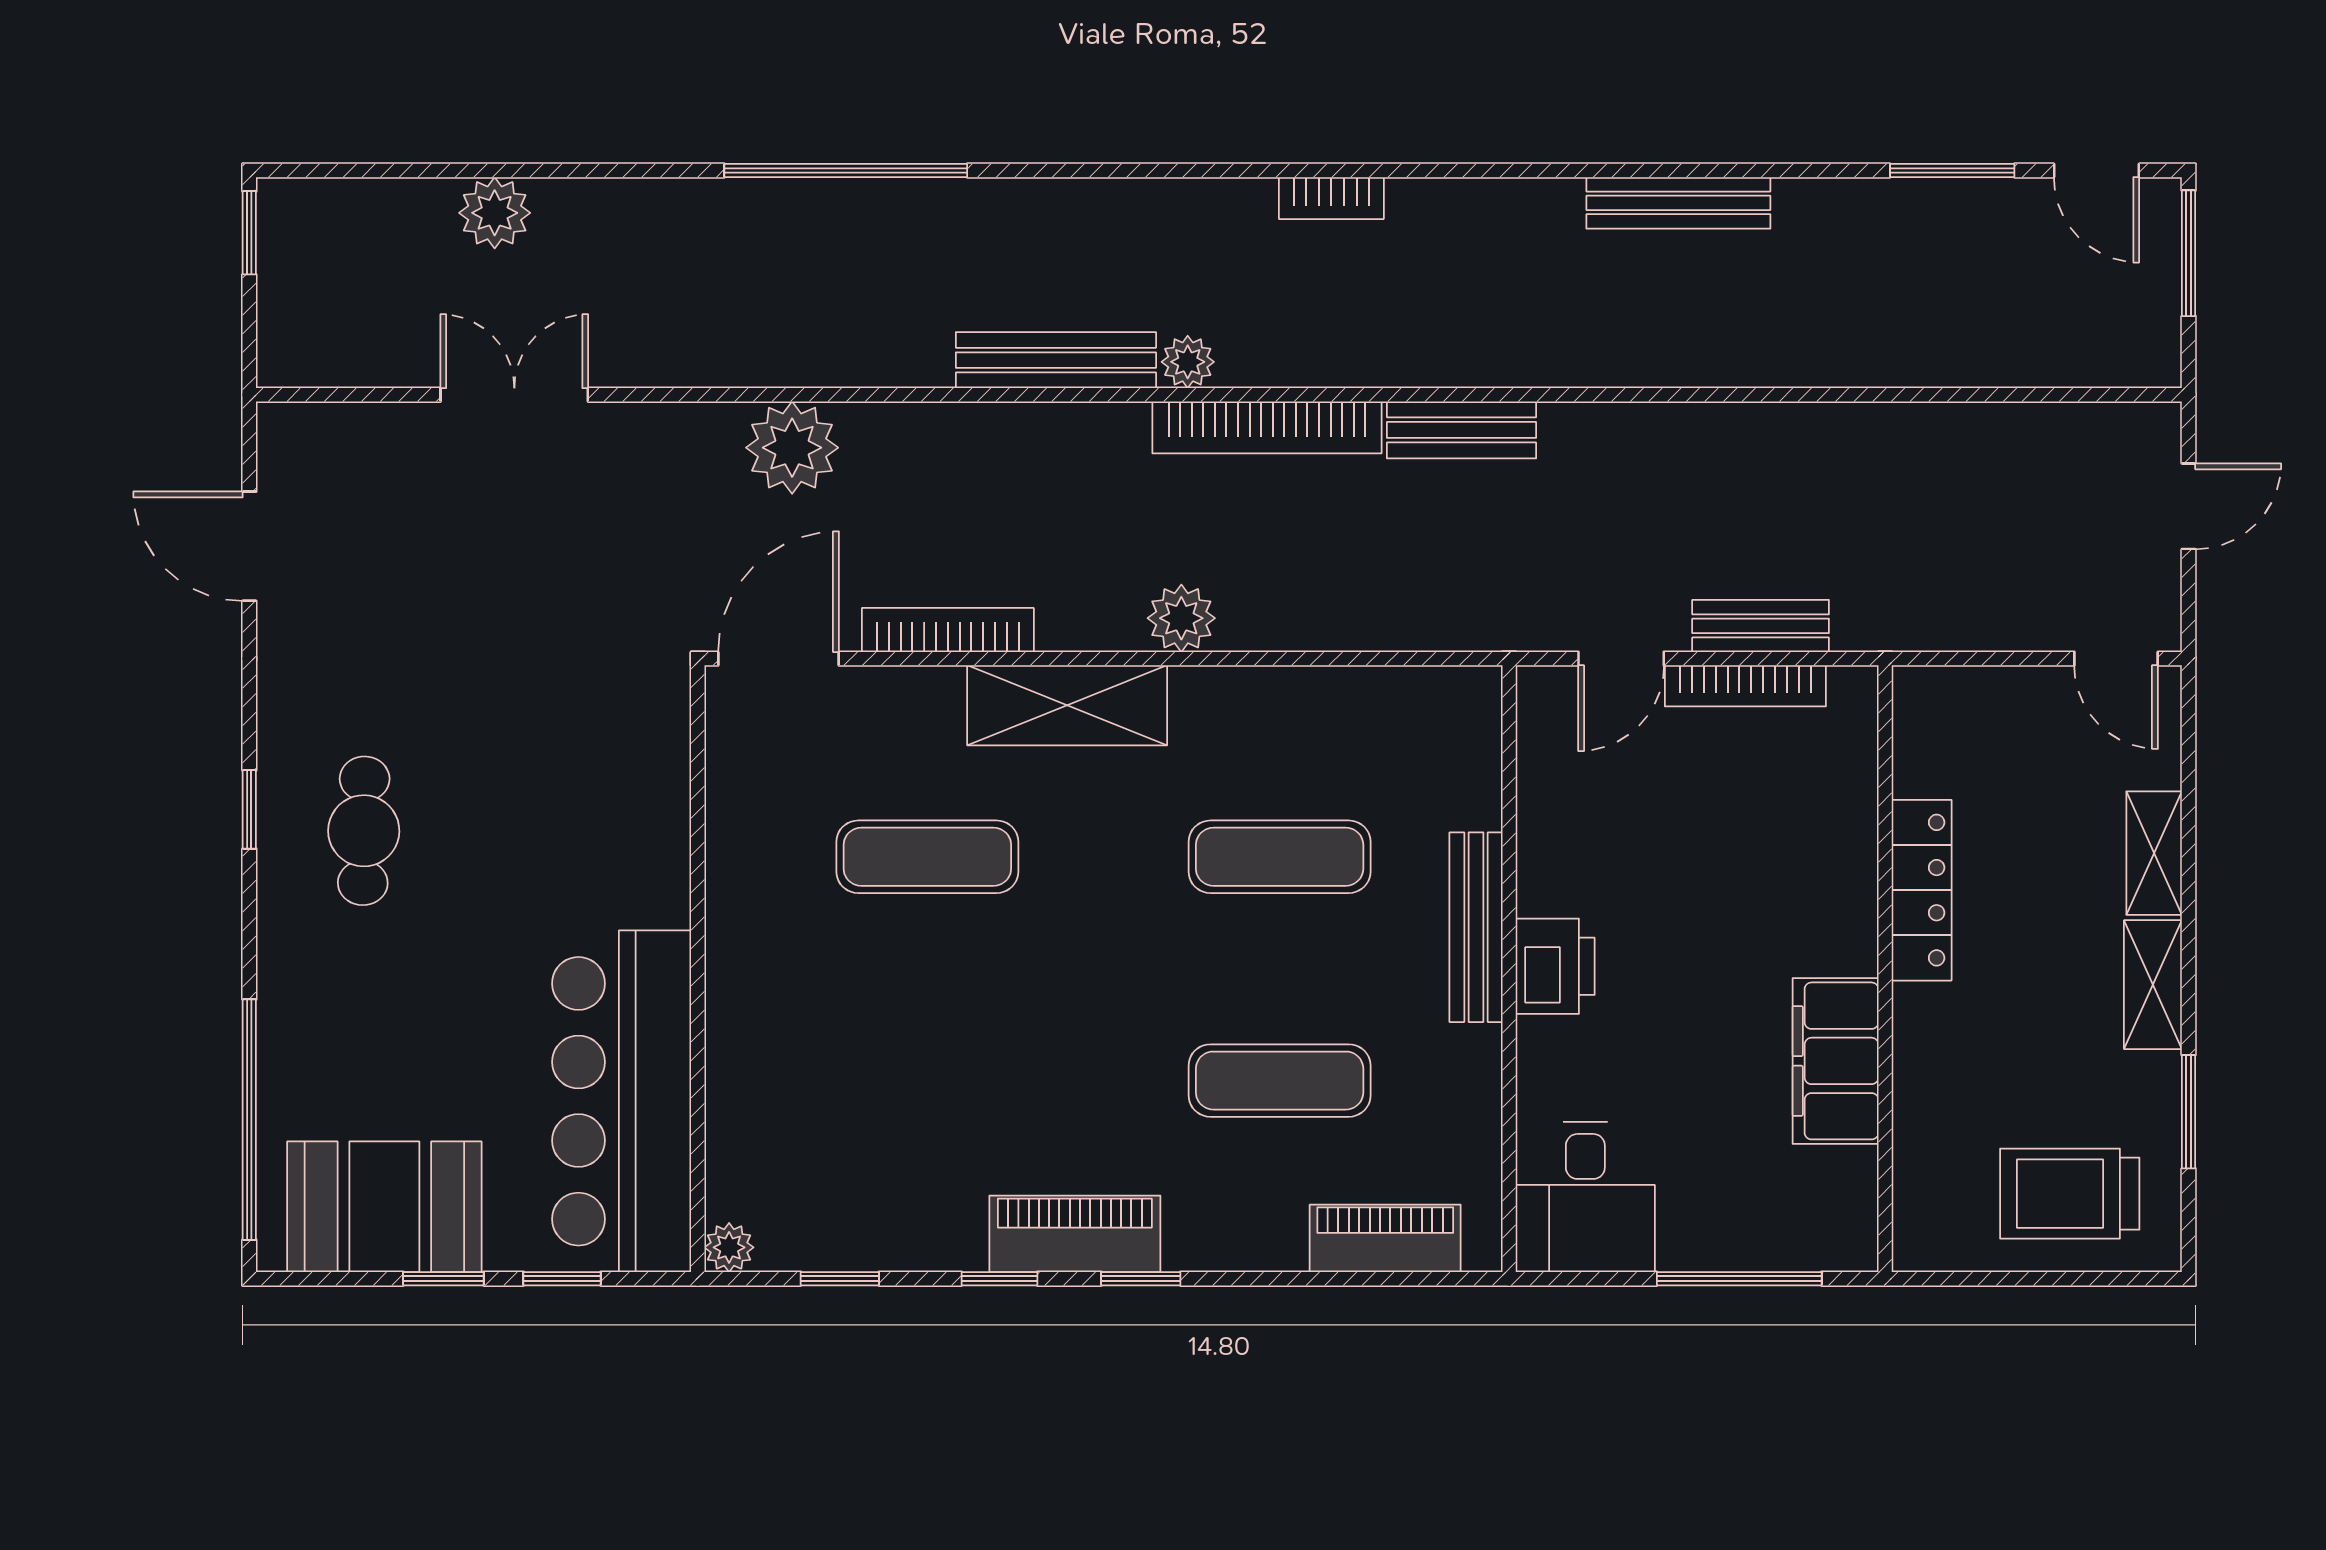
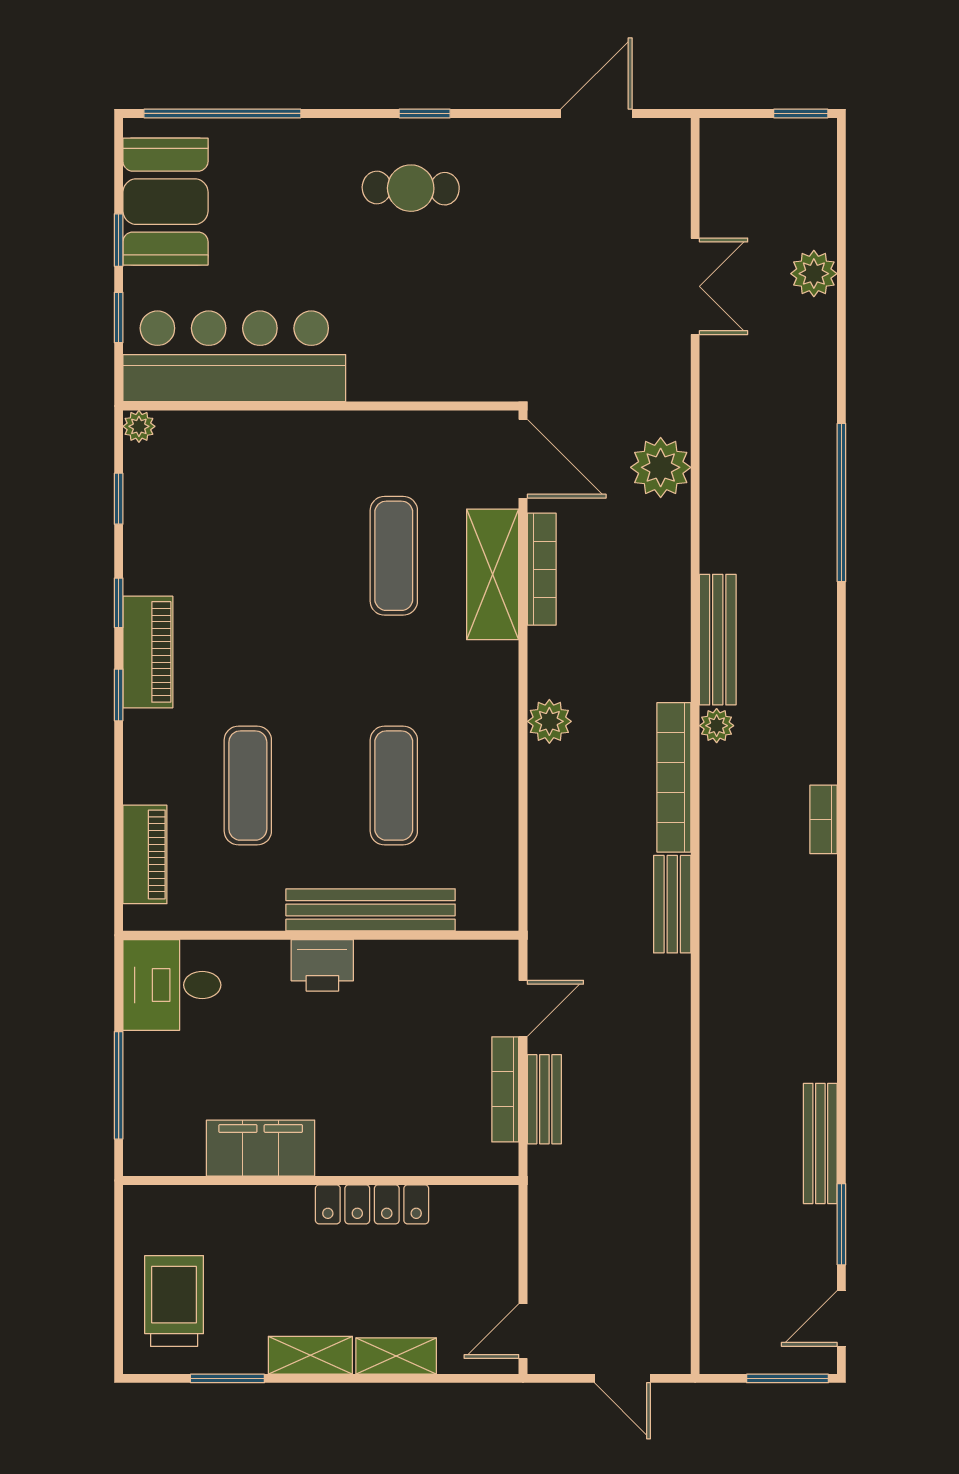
bench: (1678, 203) -> (820, 1143), moved
door: (1621, 659) -> (523, 1008), swing flipped
shelving: (1067, 705) -> (493, 574), moved
bench: (1476, 927) -> (371, 910), width x1.37, depth x1.21

